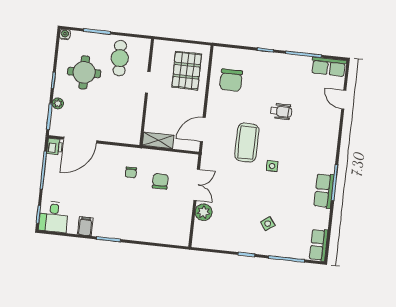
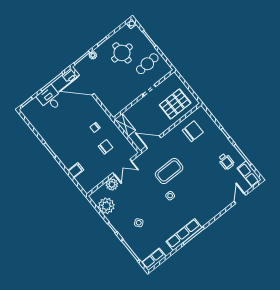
chair: (231, 80) -> (193, 131), turned 180
wheelchair: (281, 111) -> (226, 161), moved
row of seats: (324, 191) -> (184, 235), width x1.48
desk: (54, 217) -> (50, 98), moved, turned 90
filing cabinet: (85, 226) -> (76, 170), moved
plant: (219, 239) -> (106, 206), added

